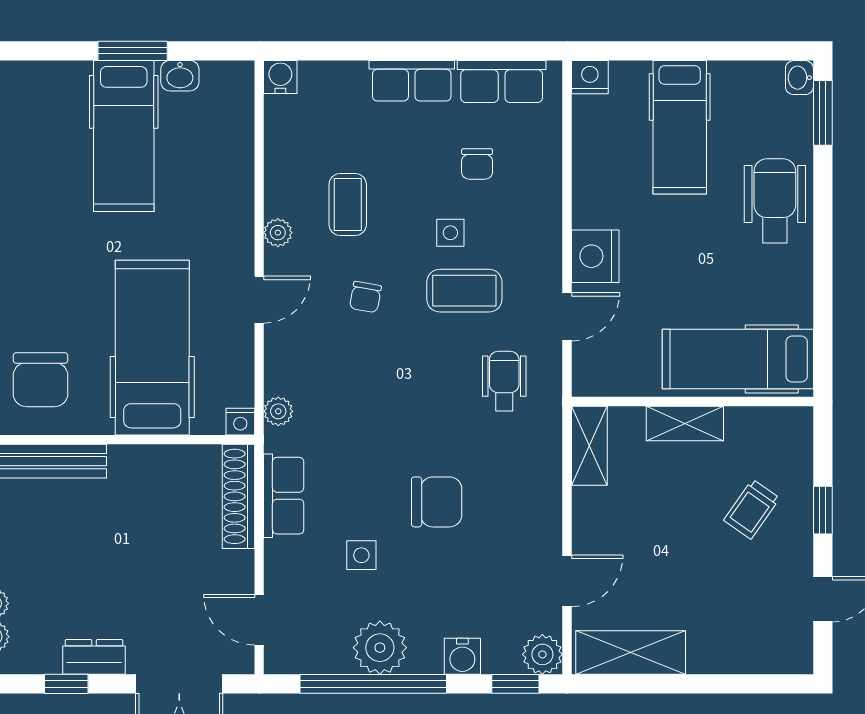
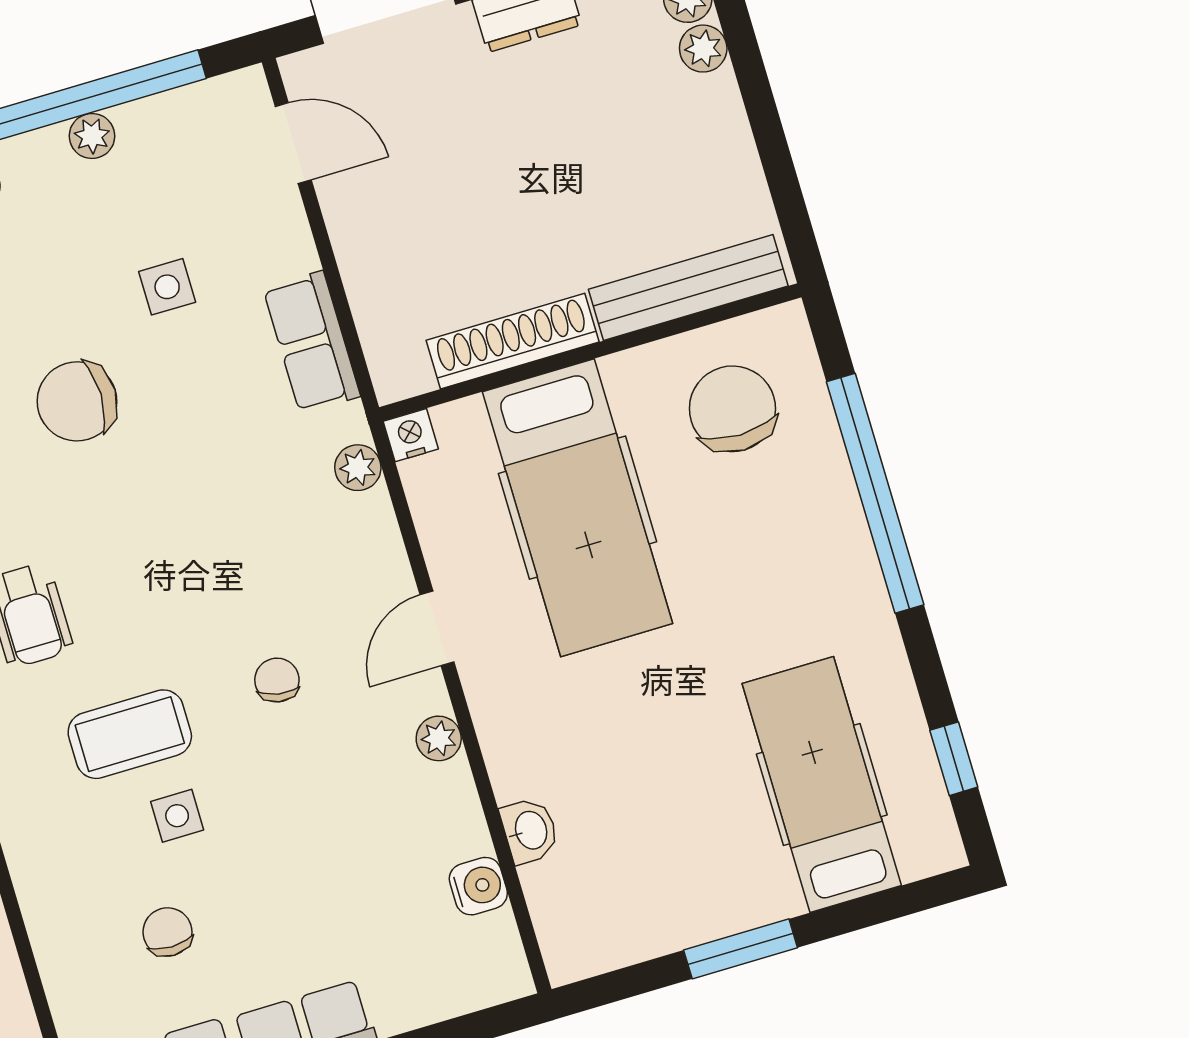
washbasin: (180, 76) -> (530, 831), moved, turned 90
water cooler: (280, 77) -> (478, 886), moved, turned -90
hospital bed: (124, 136) -> (822, 784), moved
coffee table: (348, 204) -> (345, 812), removed
shoe rack: (238, 496) -> (513, 341), moved, turned -90
plant: (380, 648) -> (92, 136), width x0.53, depth x0.53

